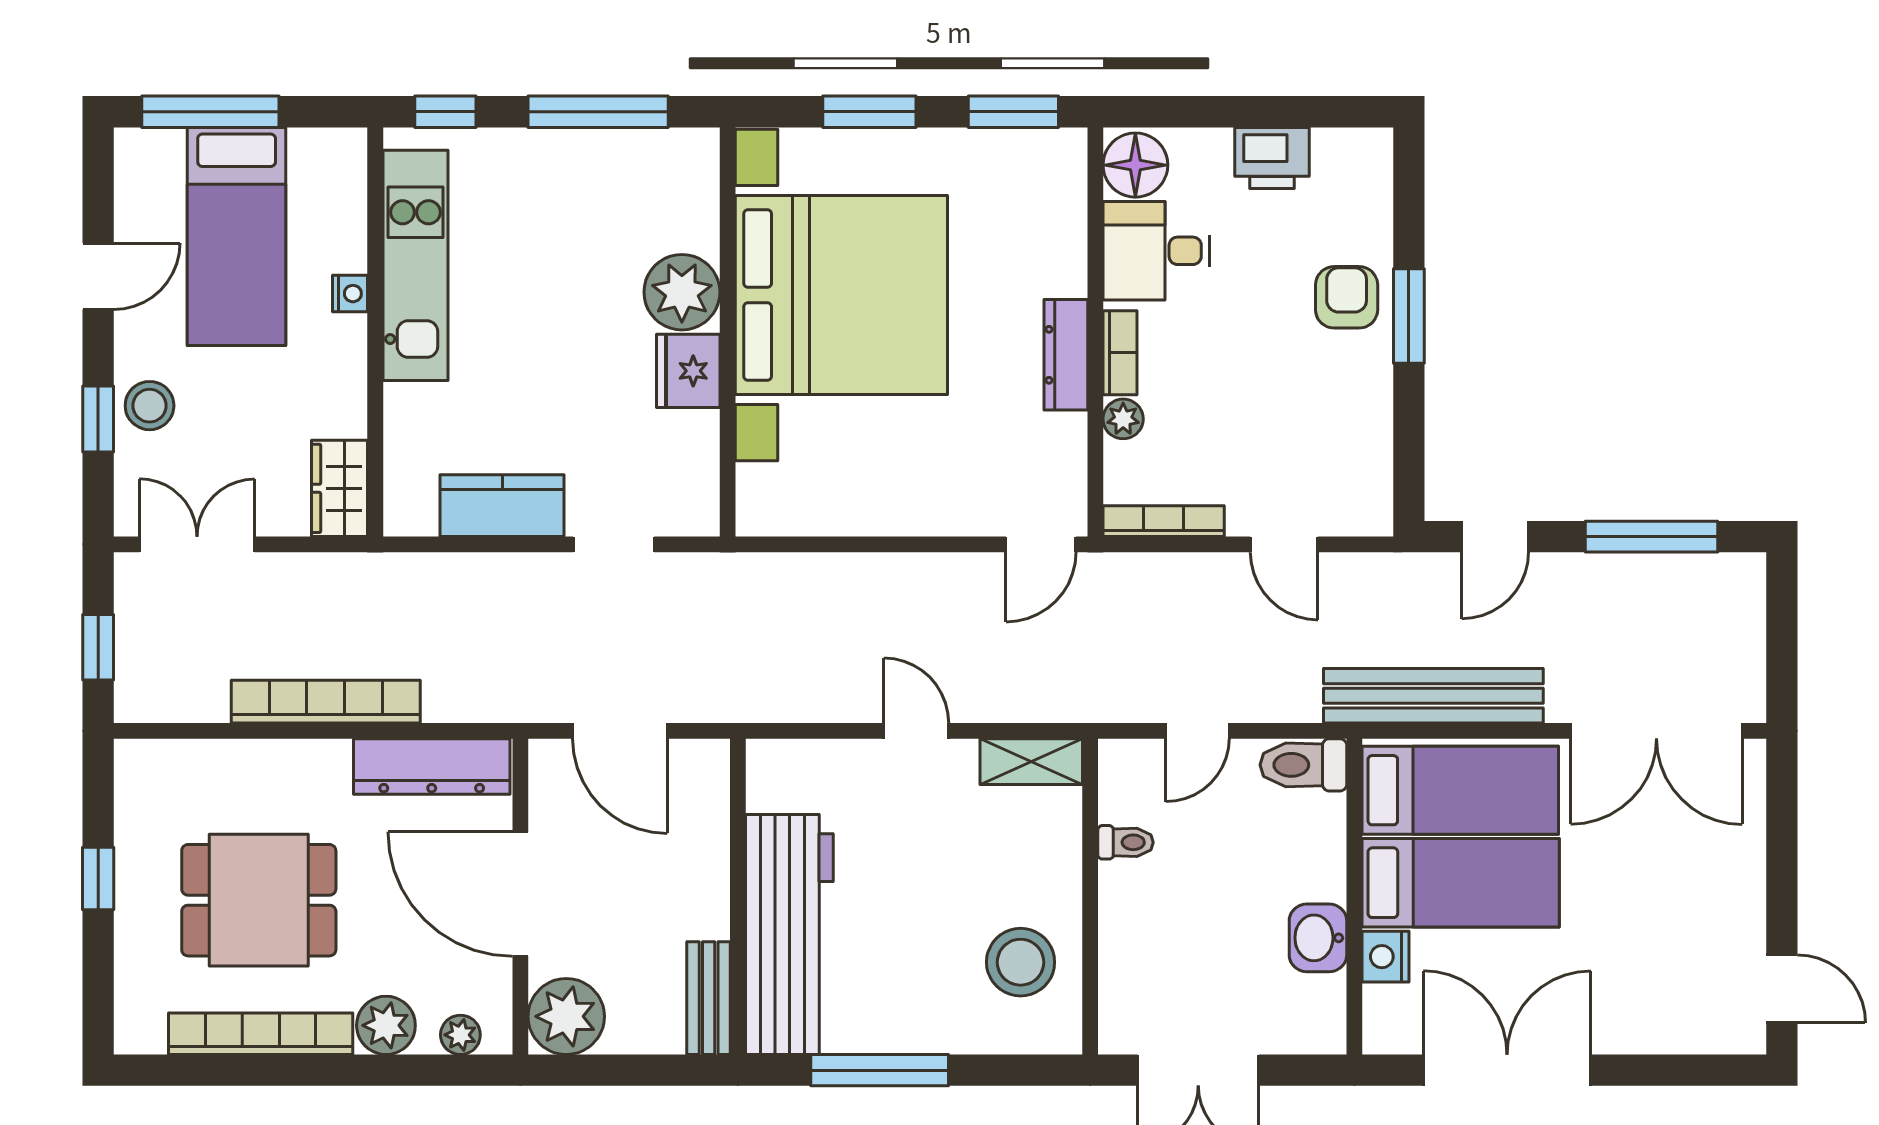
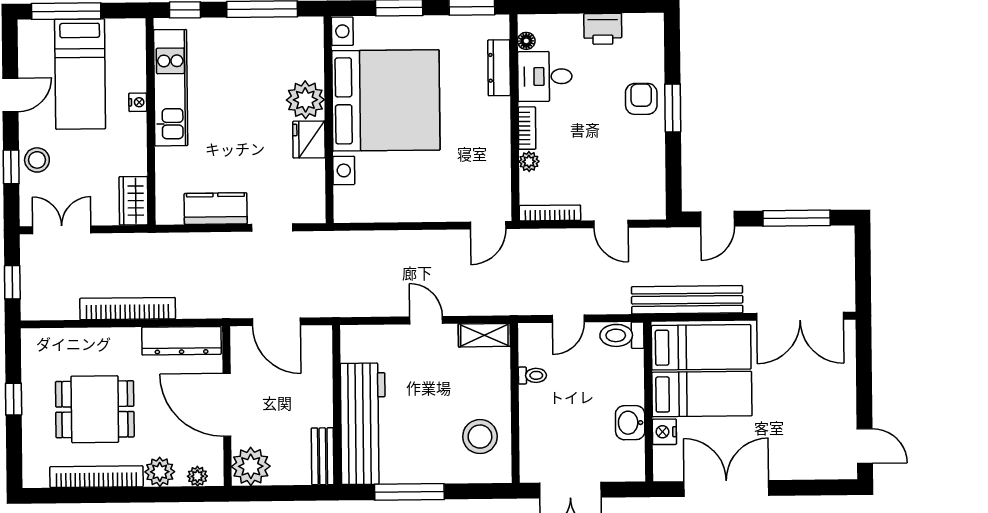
floor lamp: (1135, 165) -> (526, 41), width x0.53, depth x0.53
dresser: (1066, 355) -> (499, 68), moved

